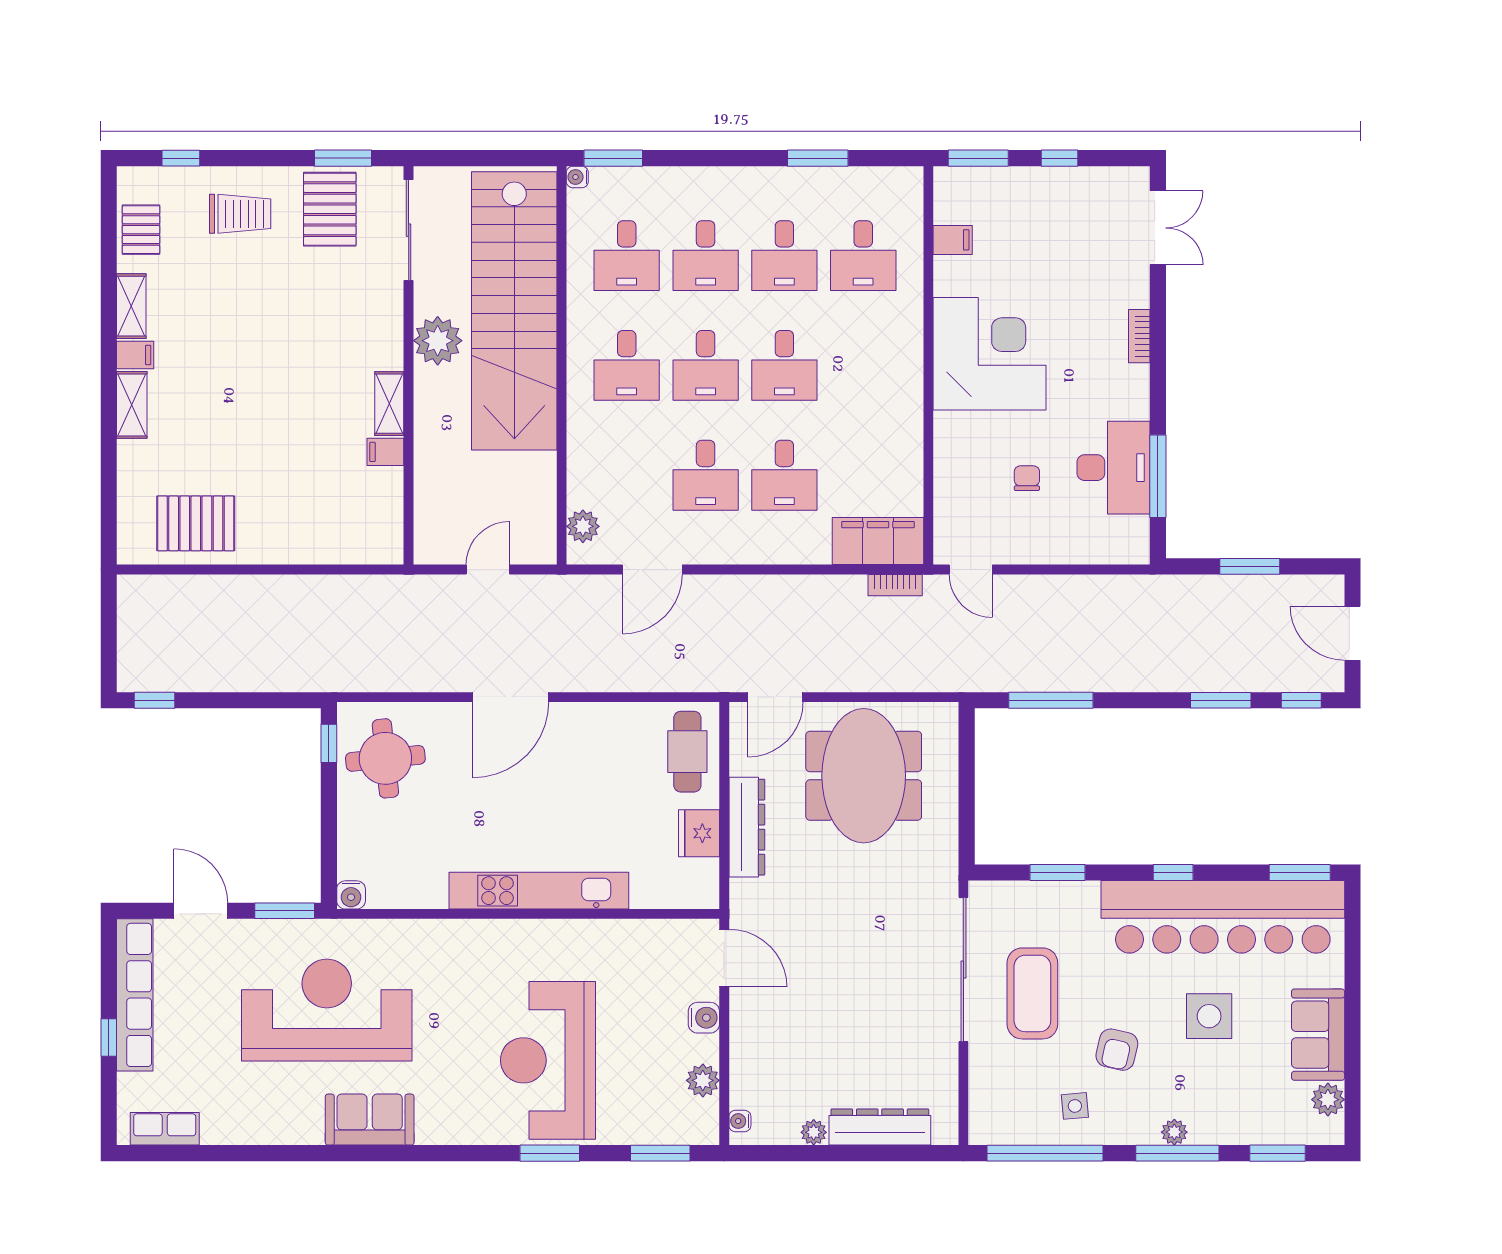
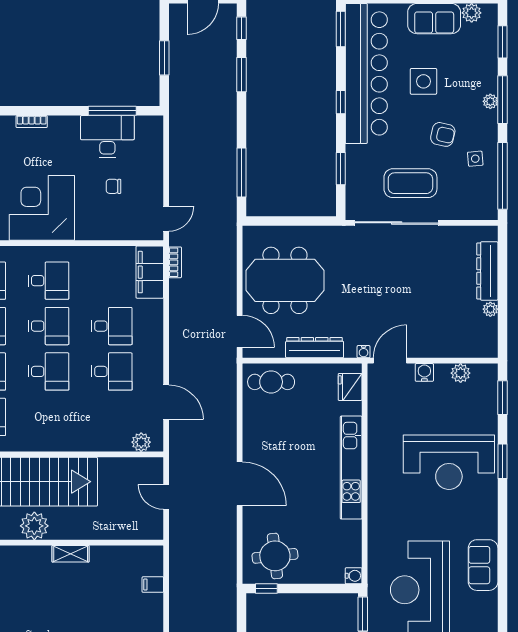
desk: (627, 365) -> (49, 281), moved
filing cabinet: (385, 452) -> (153, 585), moved, turned 90
fridge: (699, 833) -> (350, 387), moved, turned 90
water cooler: (740, 1121) -> (364, 352), moved

